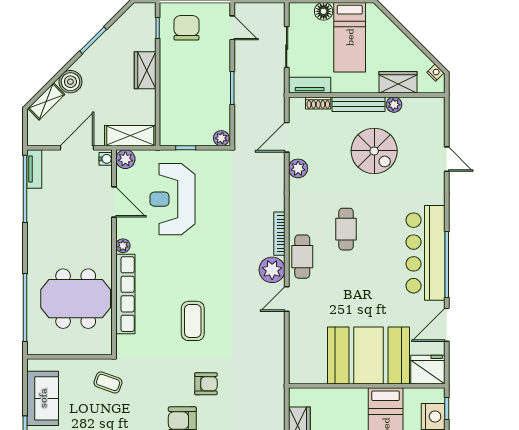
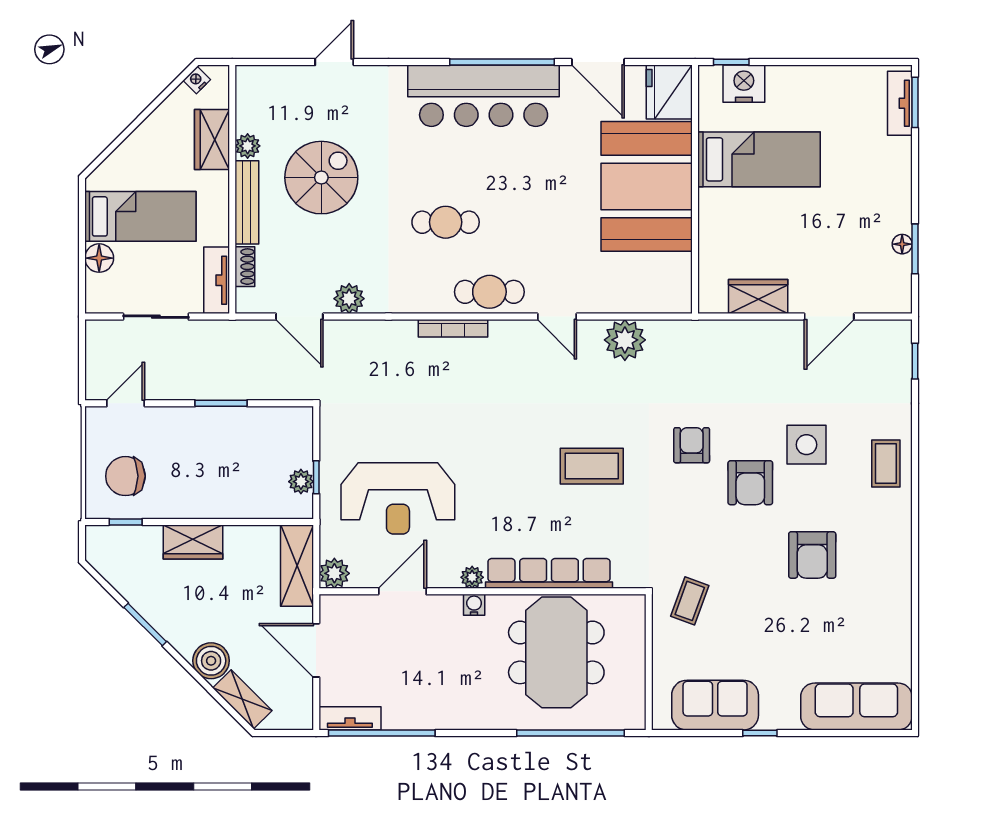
plant: (221, 138) -> (301, 482), moved
water cooler: (106, 159) -> (474, 605), moved
plant: (272, 270) -> (625, 340), moved

